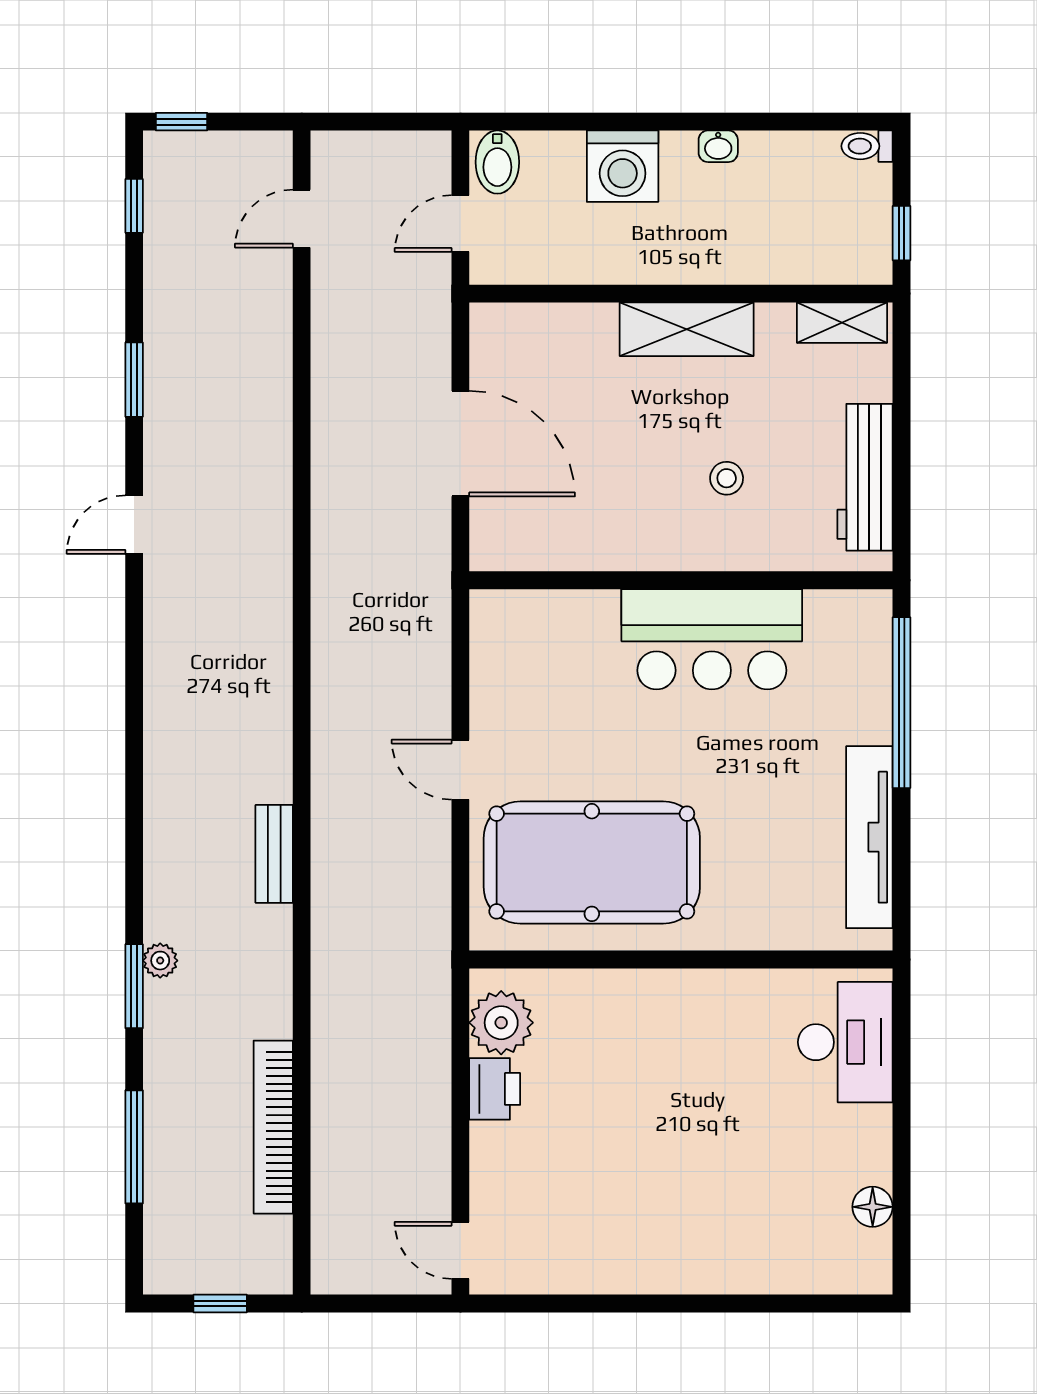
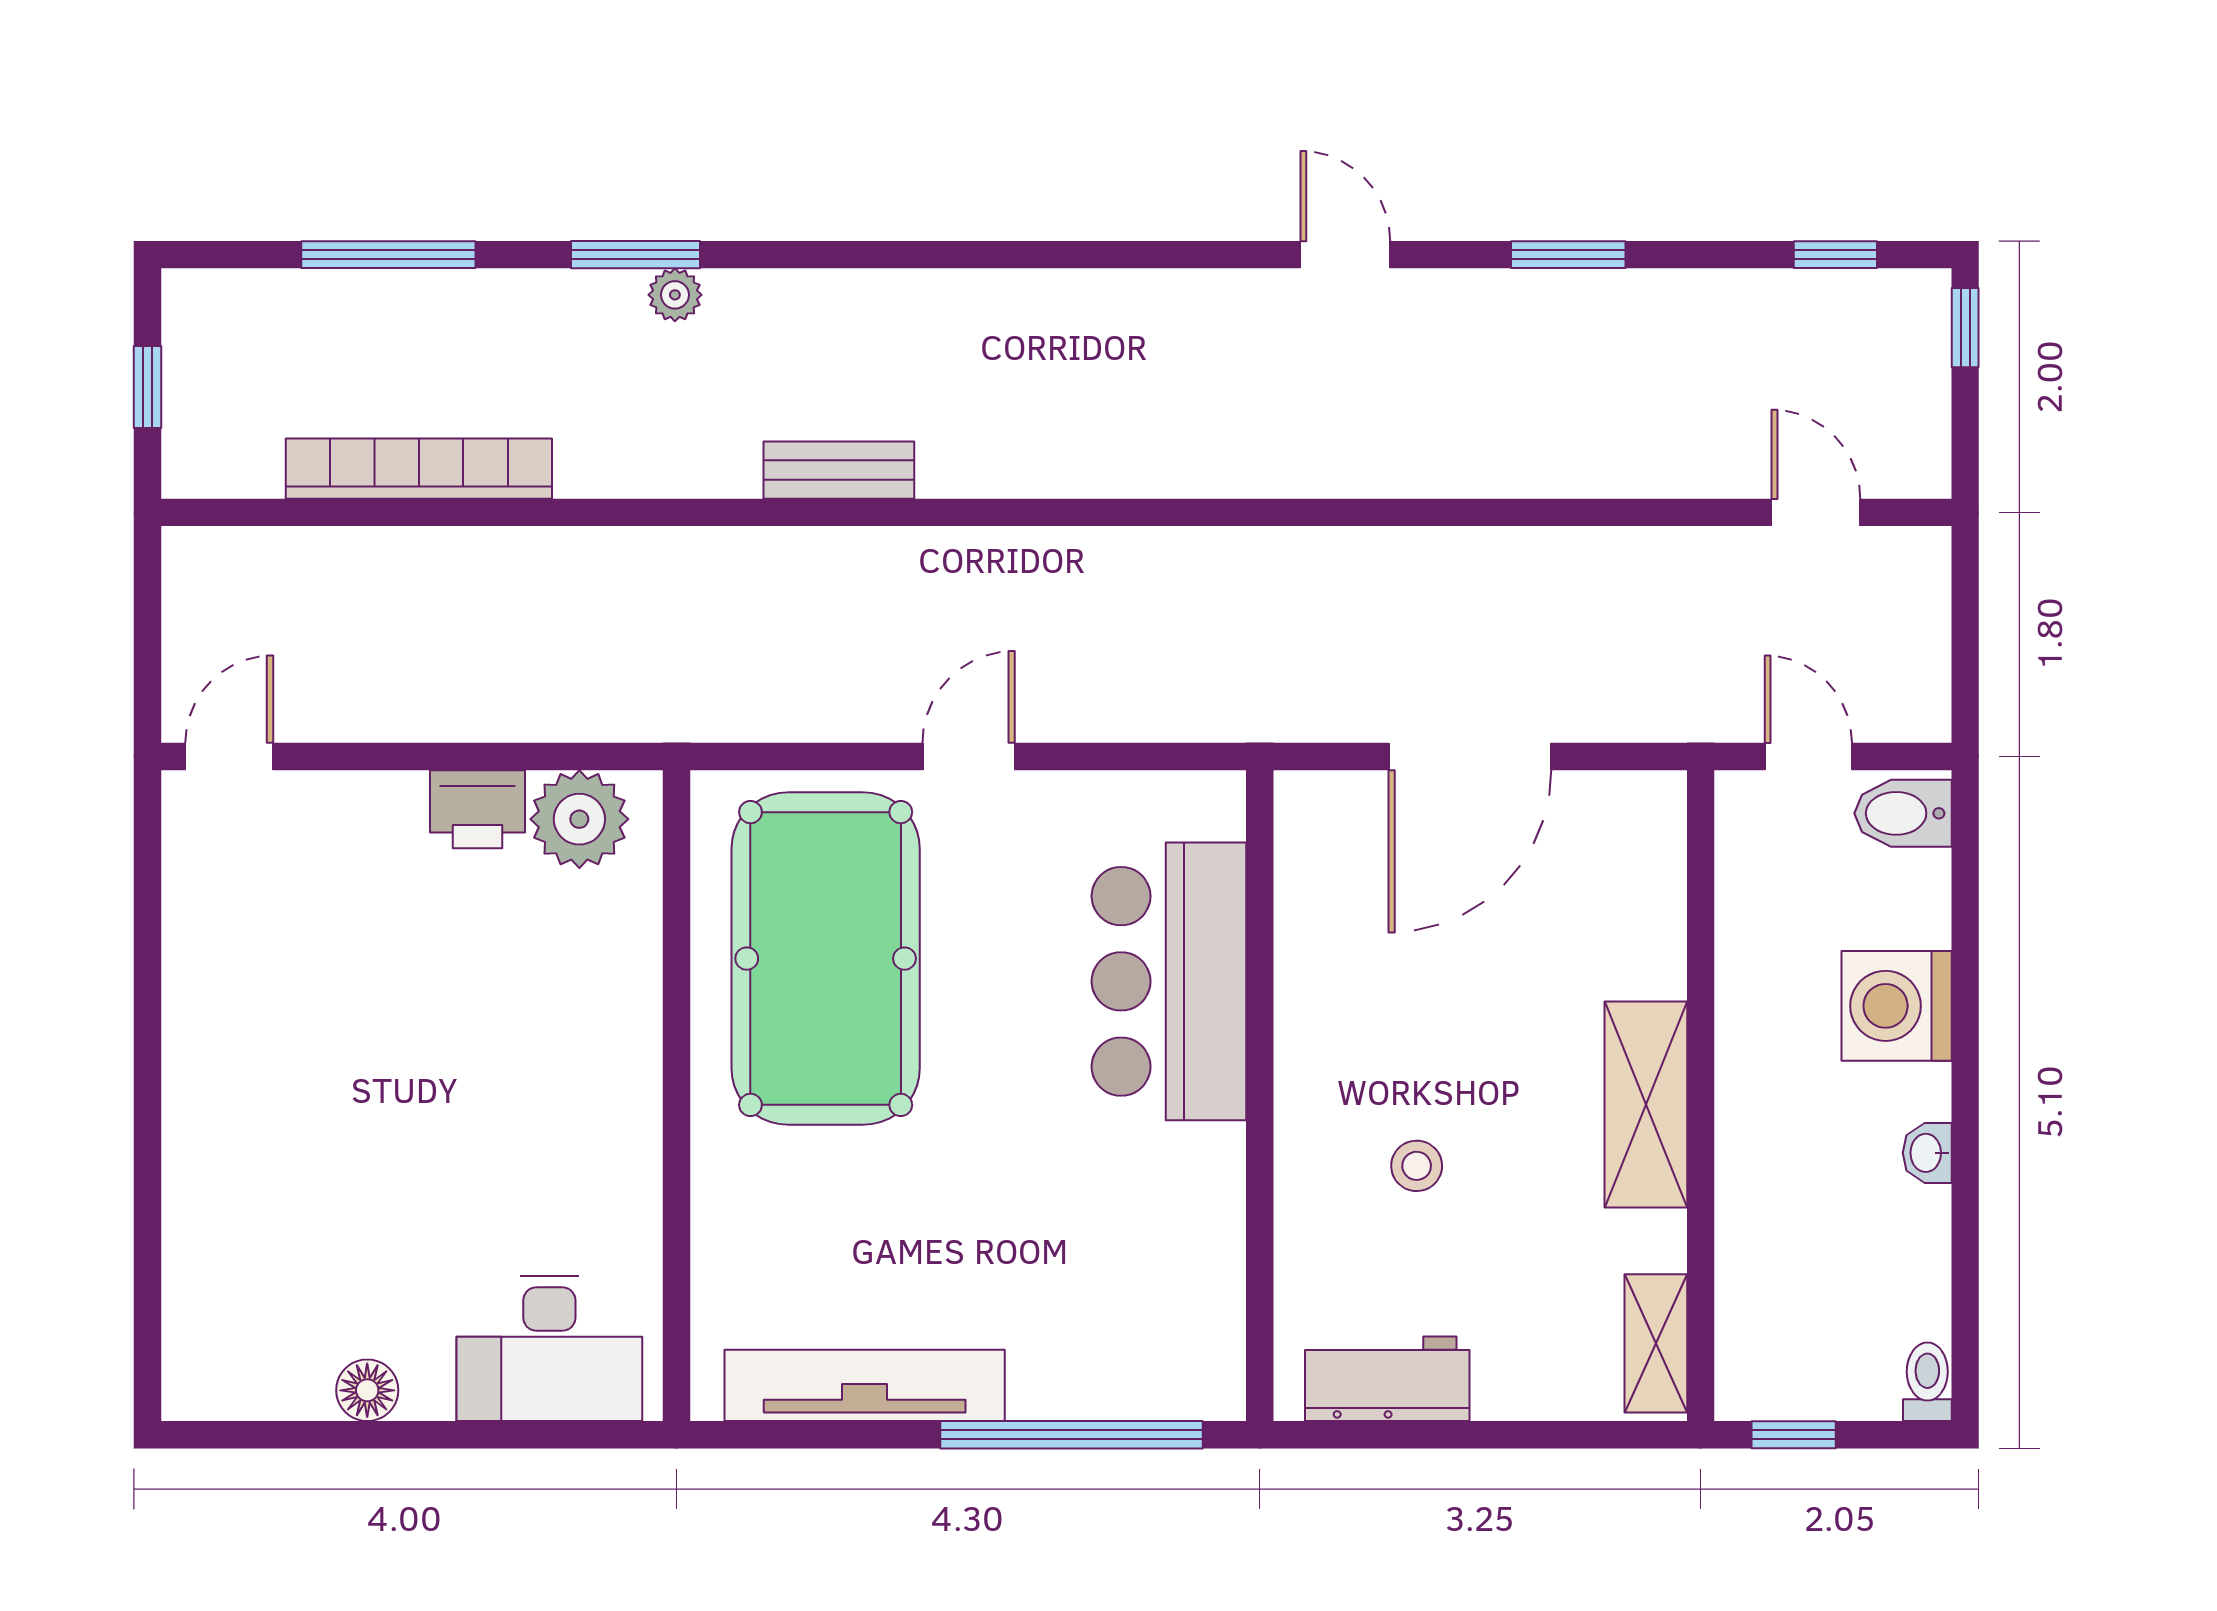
workbench: (865, 477) -> (1387, 1379), width x0.73
bar counter: (712, 639) -> (1169, 981), moved
floor lamp: (873, 1207) -> (367, 1390), moved

